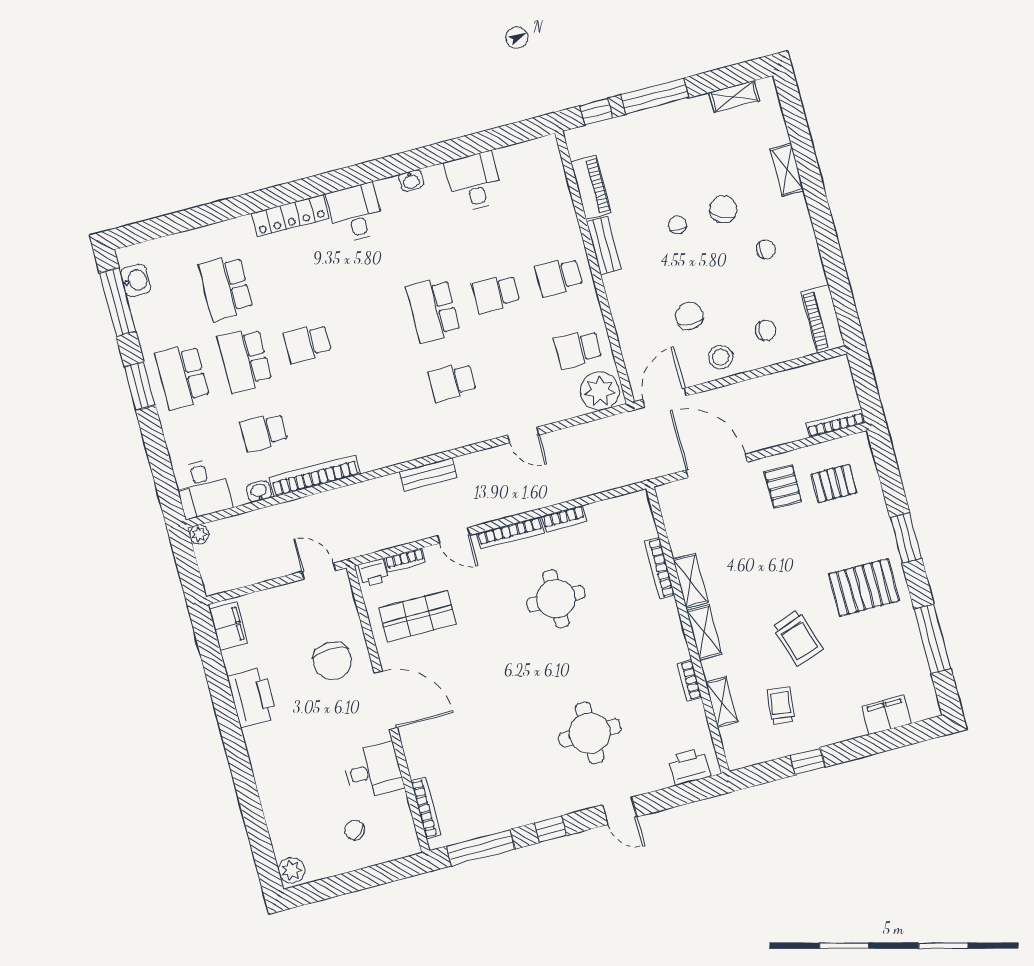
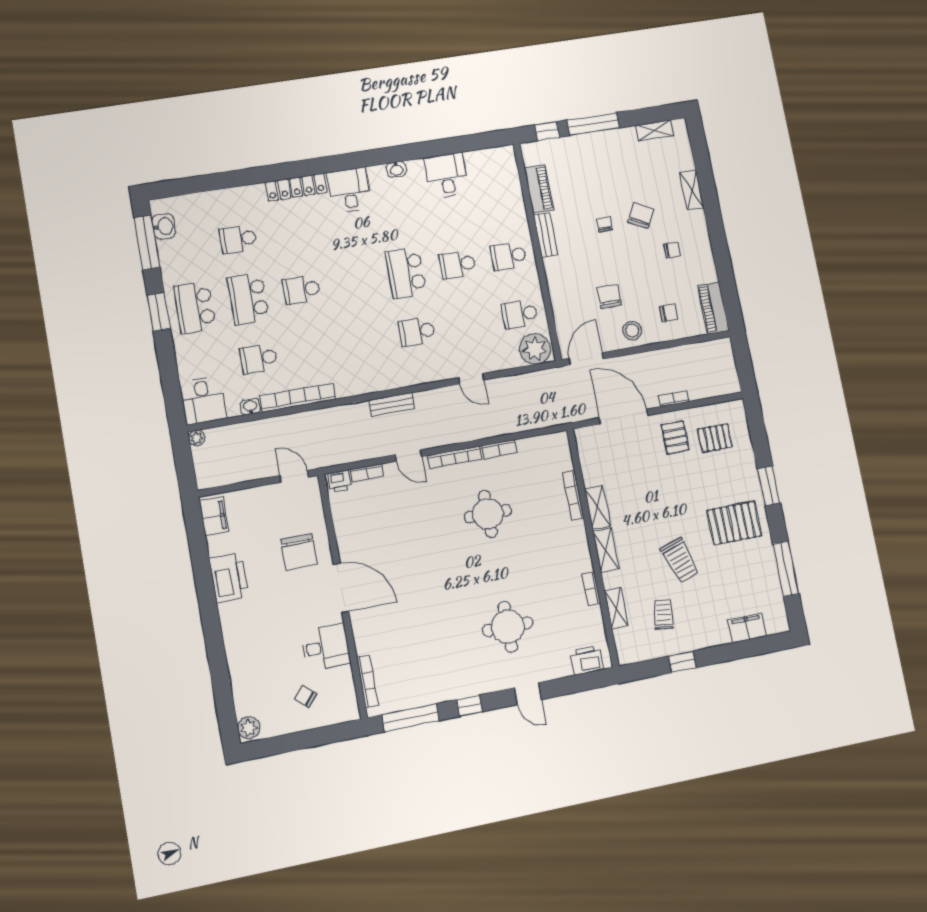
school desk: (226, 288) -> (238, 239), width x0.54
bookcase: (835, 423) -> (674, 399), moved, width x0.64
shop shelf: (417, 616) -> (373, 520), removed

